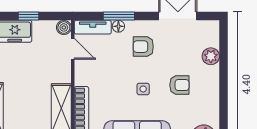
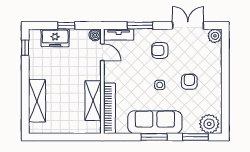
floor lamp: (118, 26) -> (140, 34), removed
plant: (211, 56) -> (215, 36), moved
armchair: (179, 85) -> (189, 82), turned -90

